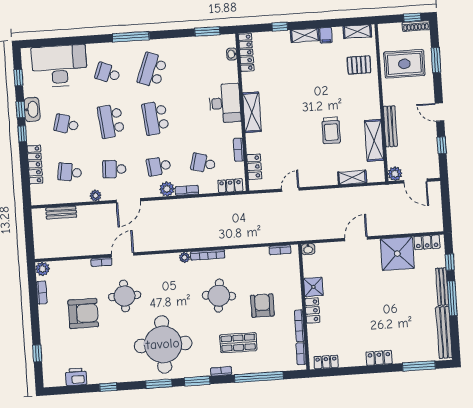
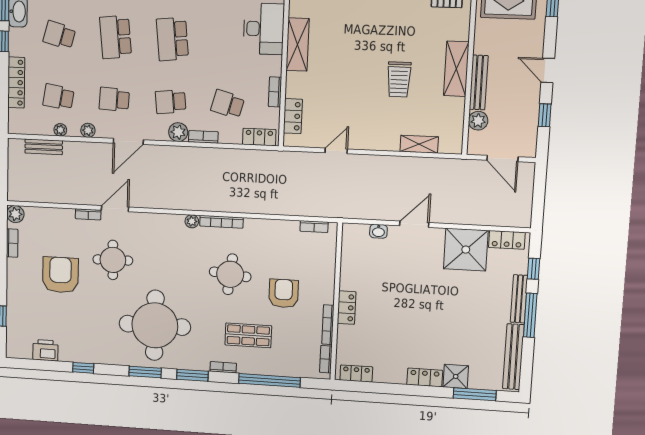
shelving: (374, 140) -> (456, 69), moved
plant: (395, 174) -> (478, 121), moved
plant: (73, 198) -> (60, 130), added
washbasin: (308, 249) -> (378, 231), moved
shower: (313, 287) -> (456, 376), moved
armchair: (83, 313) -> (60, 275), turned -90

